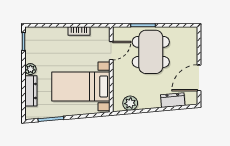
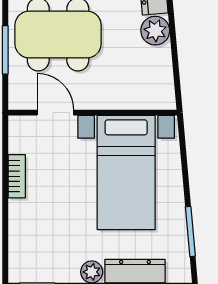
plant: (130, 103) -> (155, 31), moved

